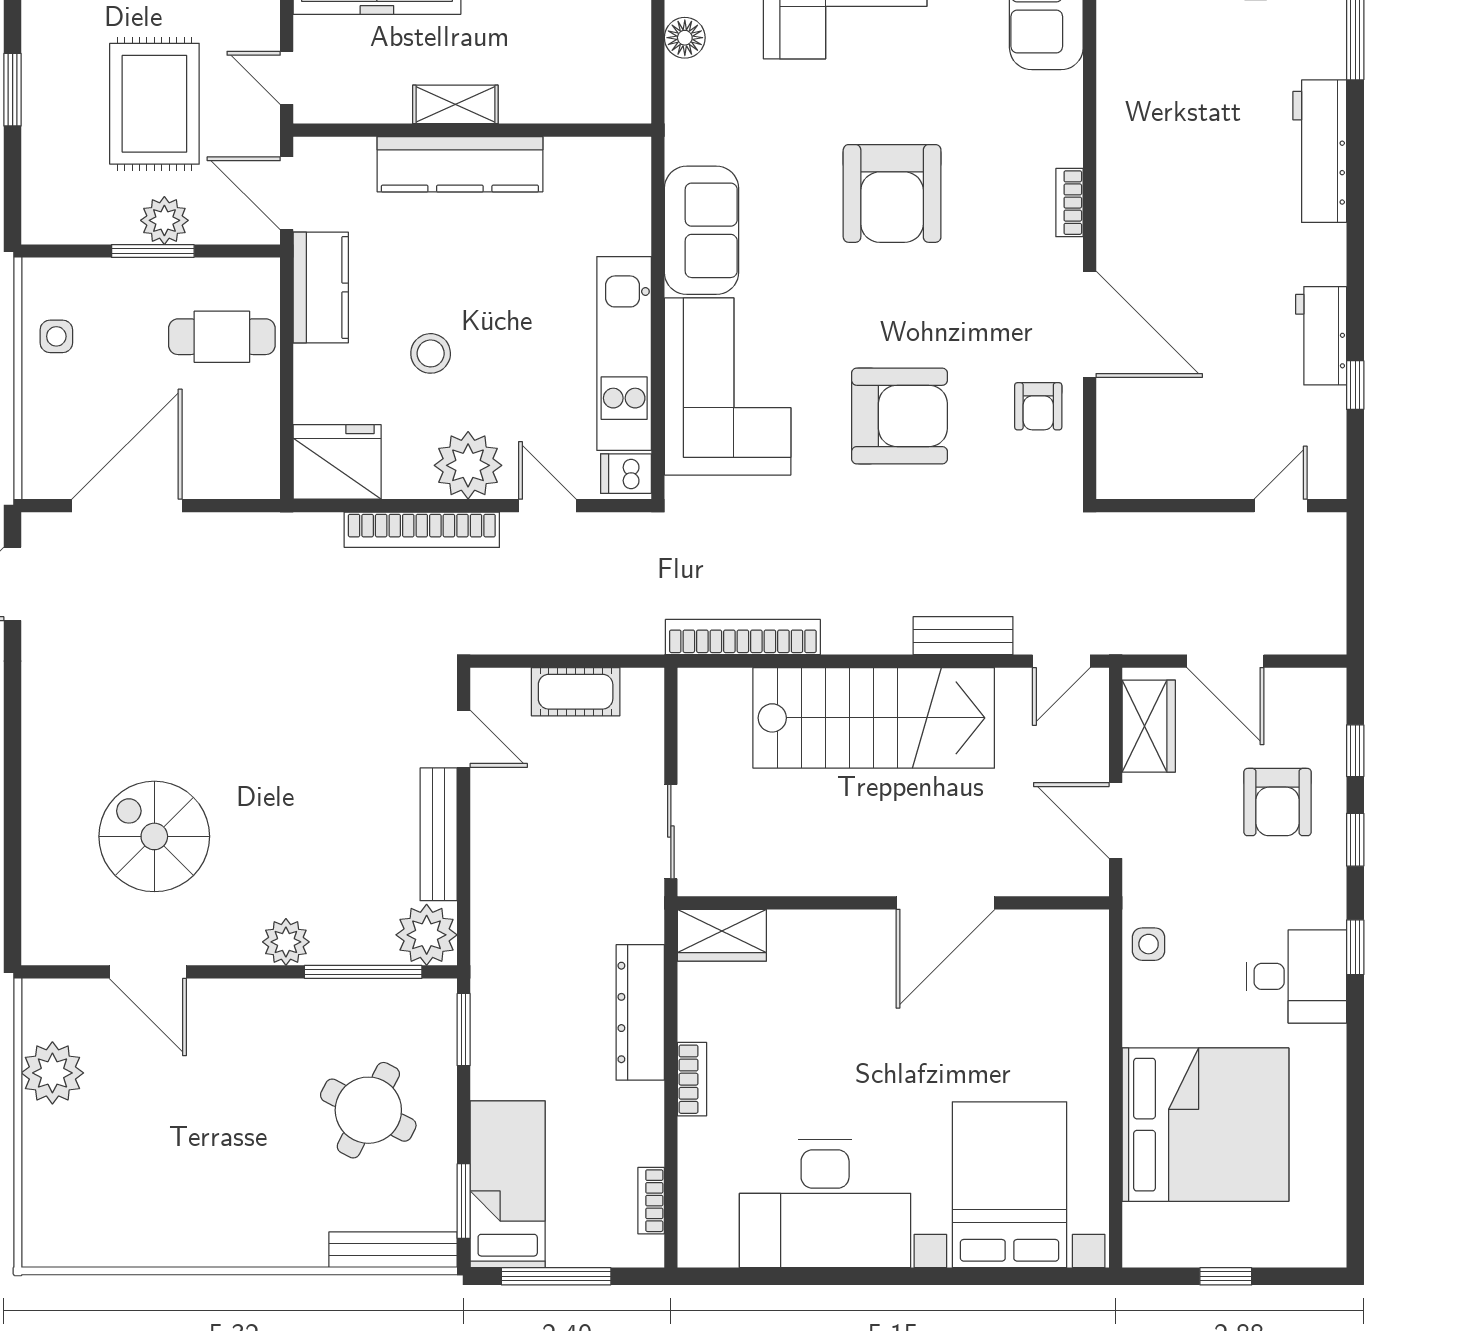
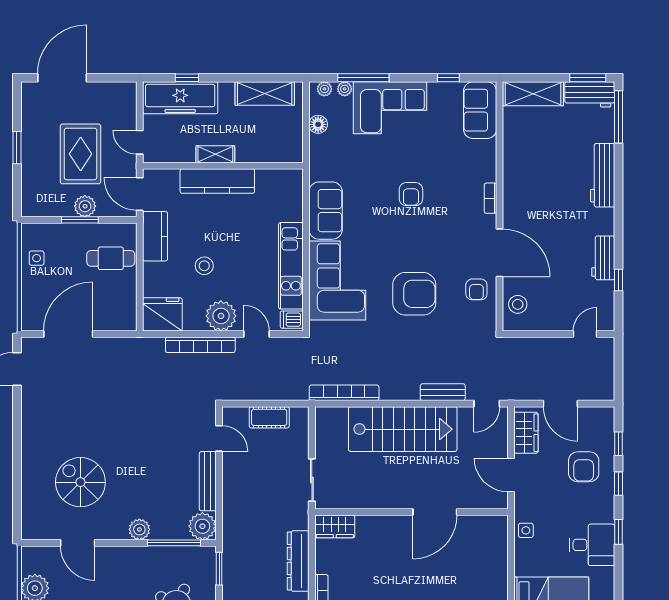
armchair: (892, 193) -> (411, 194), width x0.53, depth x0.53
stool: (1130, 440) -> (518, 304), added

